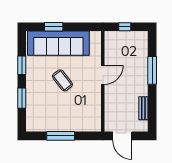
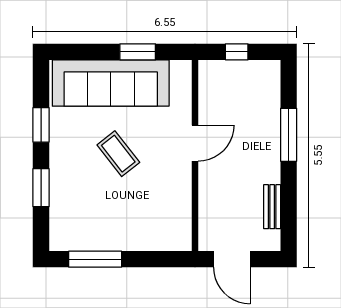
window: (54, 27) -> (138, 52), moved
window: (61, 136) -> (95, 259), moved

